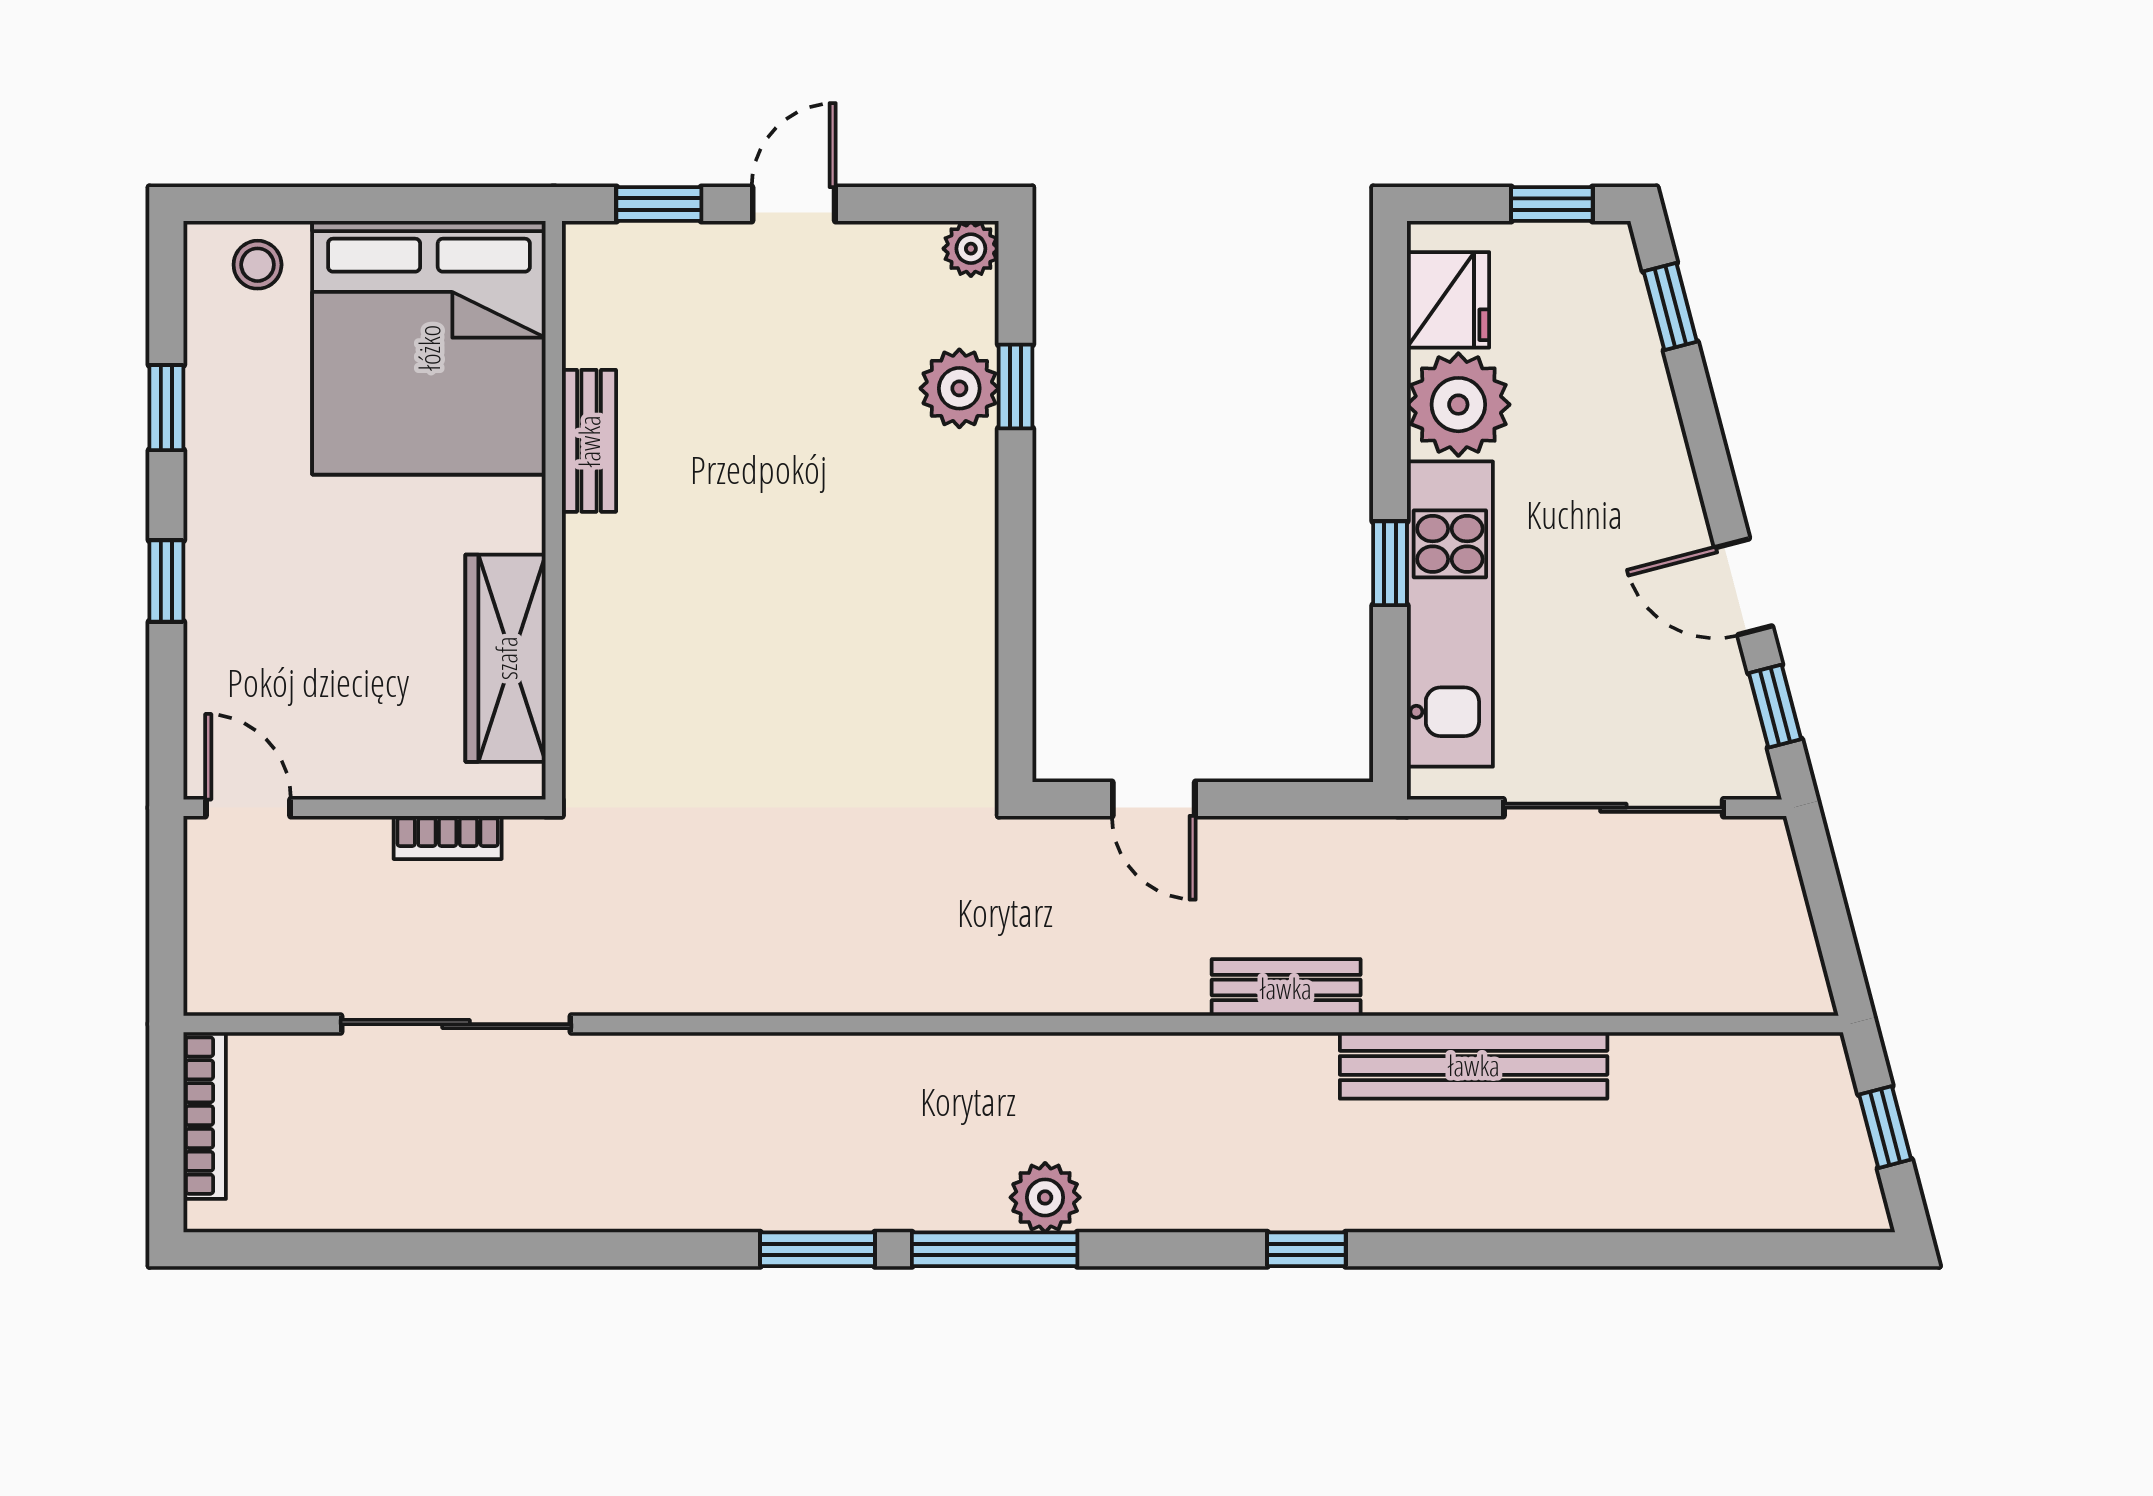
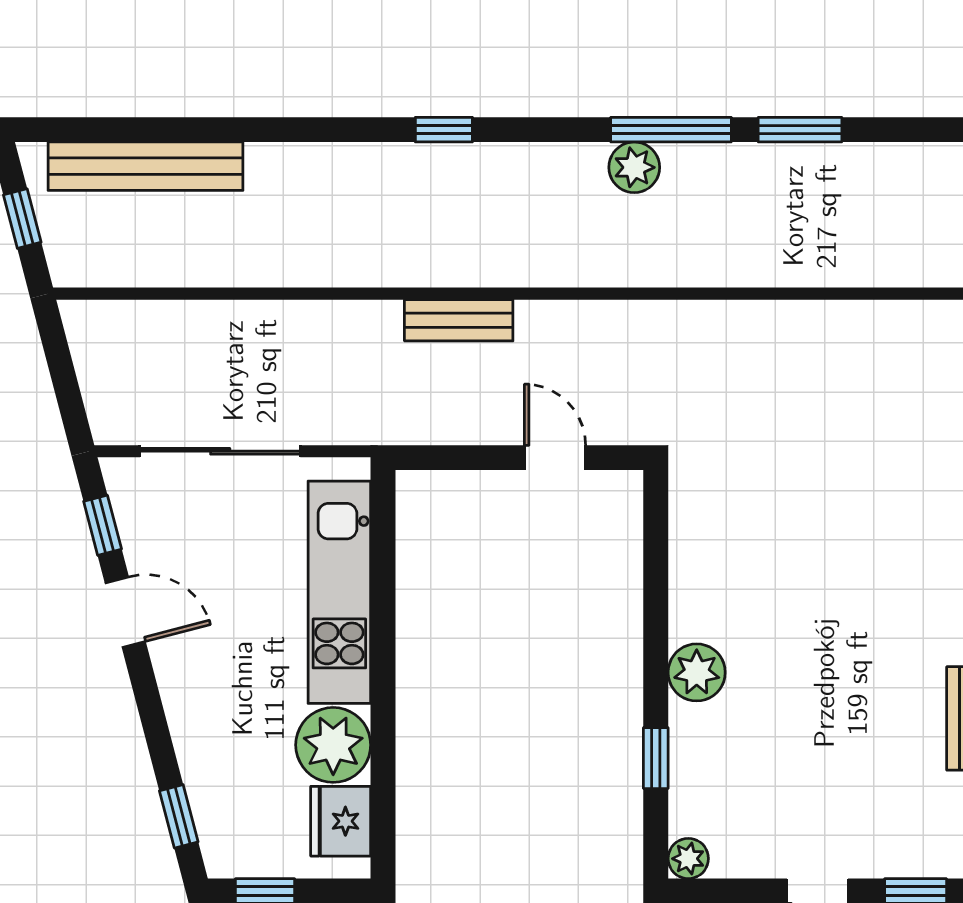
plant: (959, 388) -> (697, 672), moved
window: (1390, 563) -> (383, 629), removed
bench: (1474, 1065) -> (145, 166), moved

